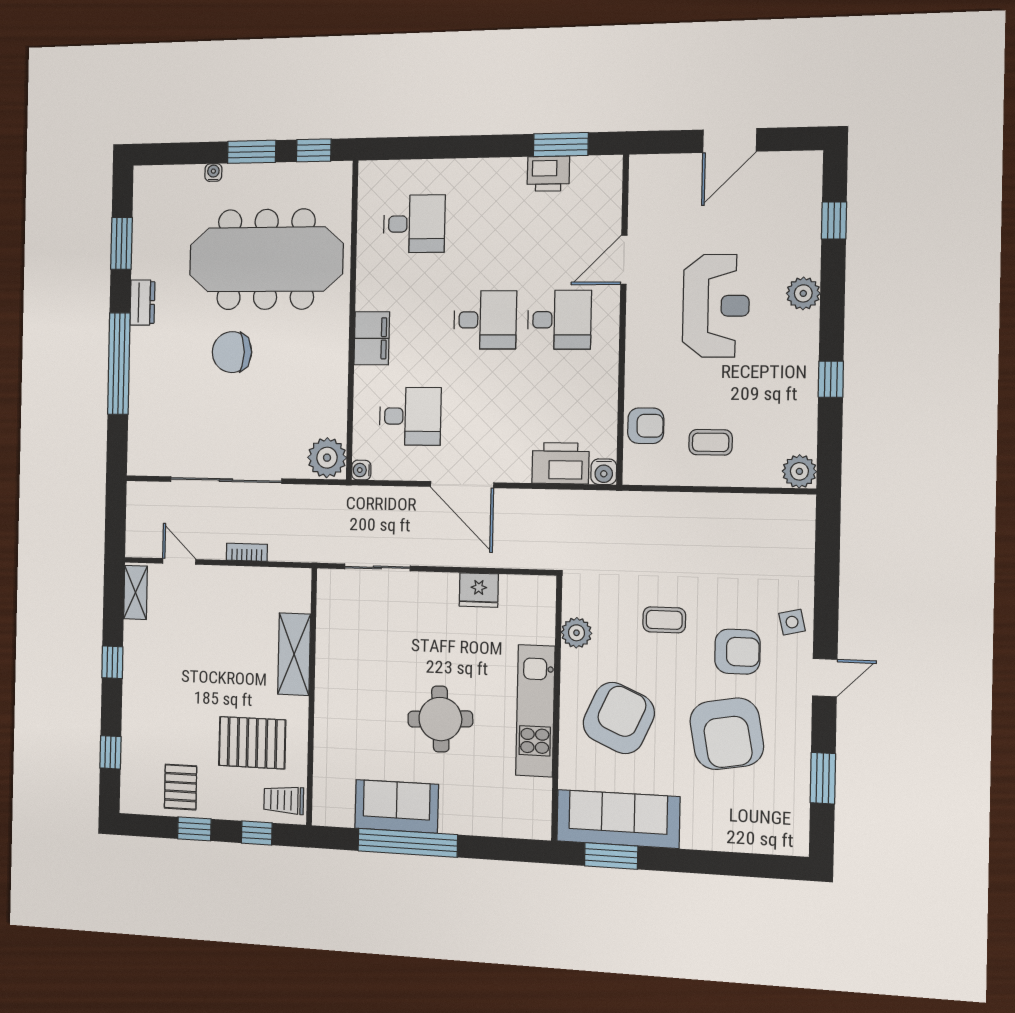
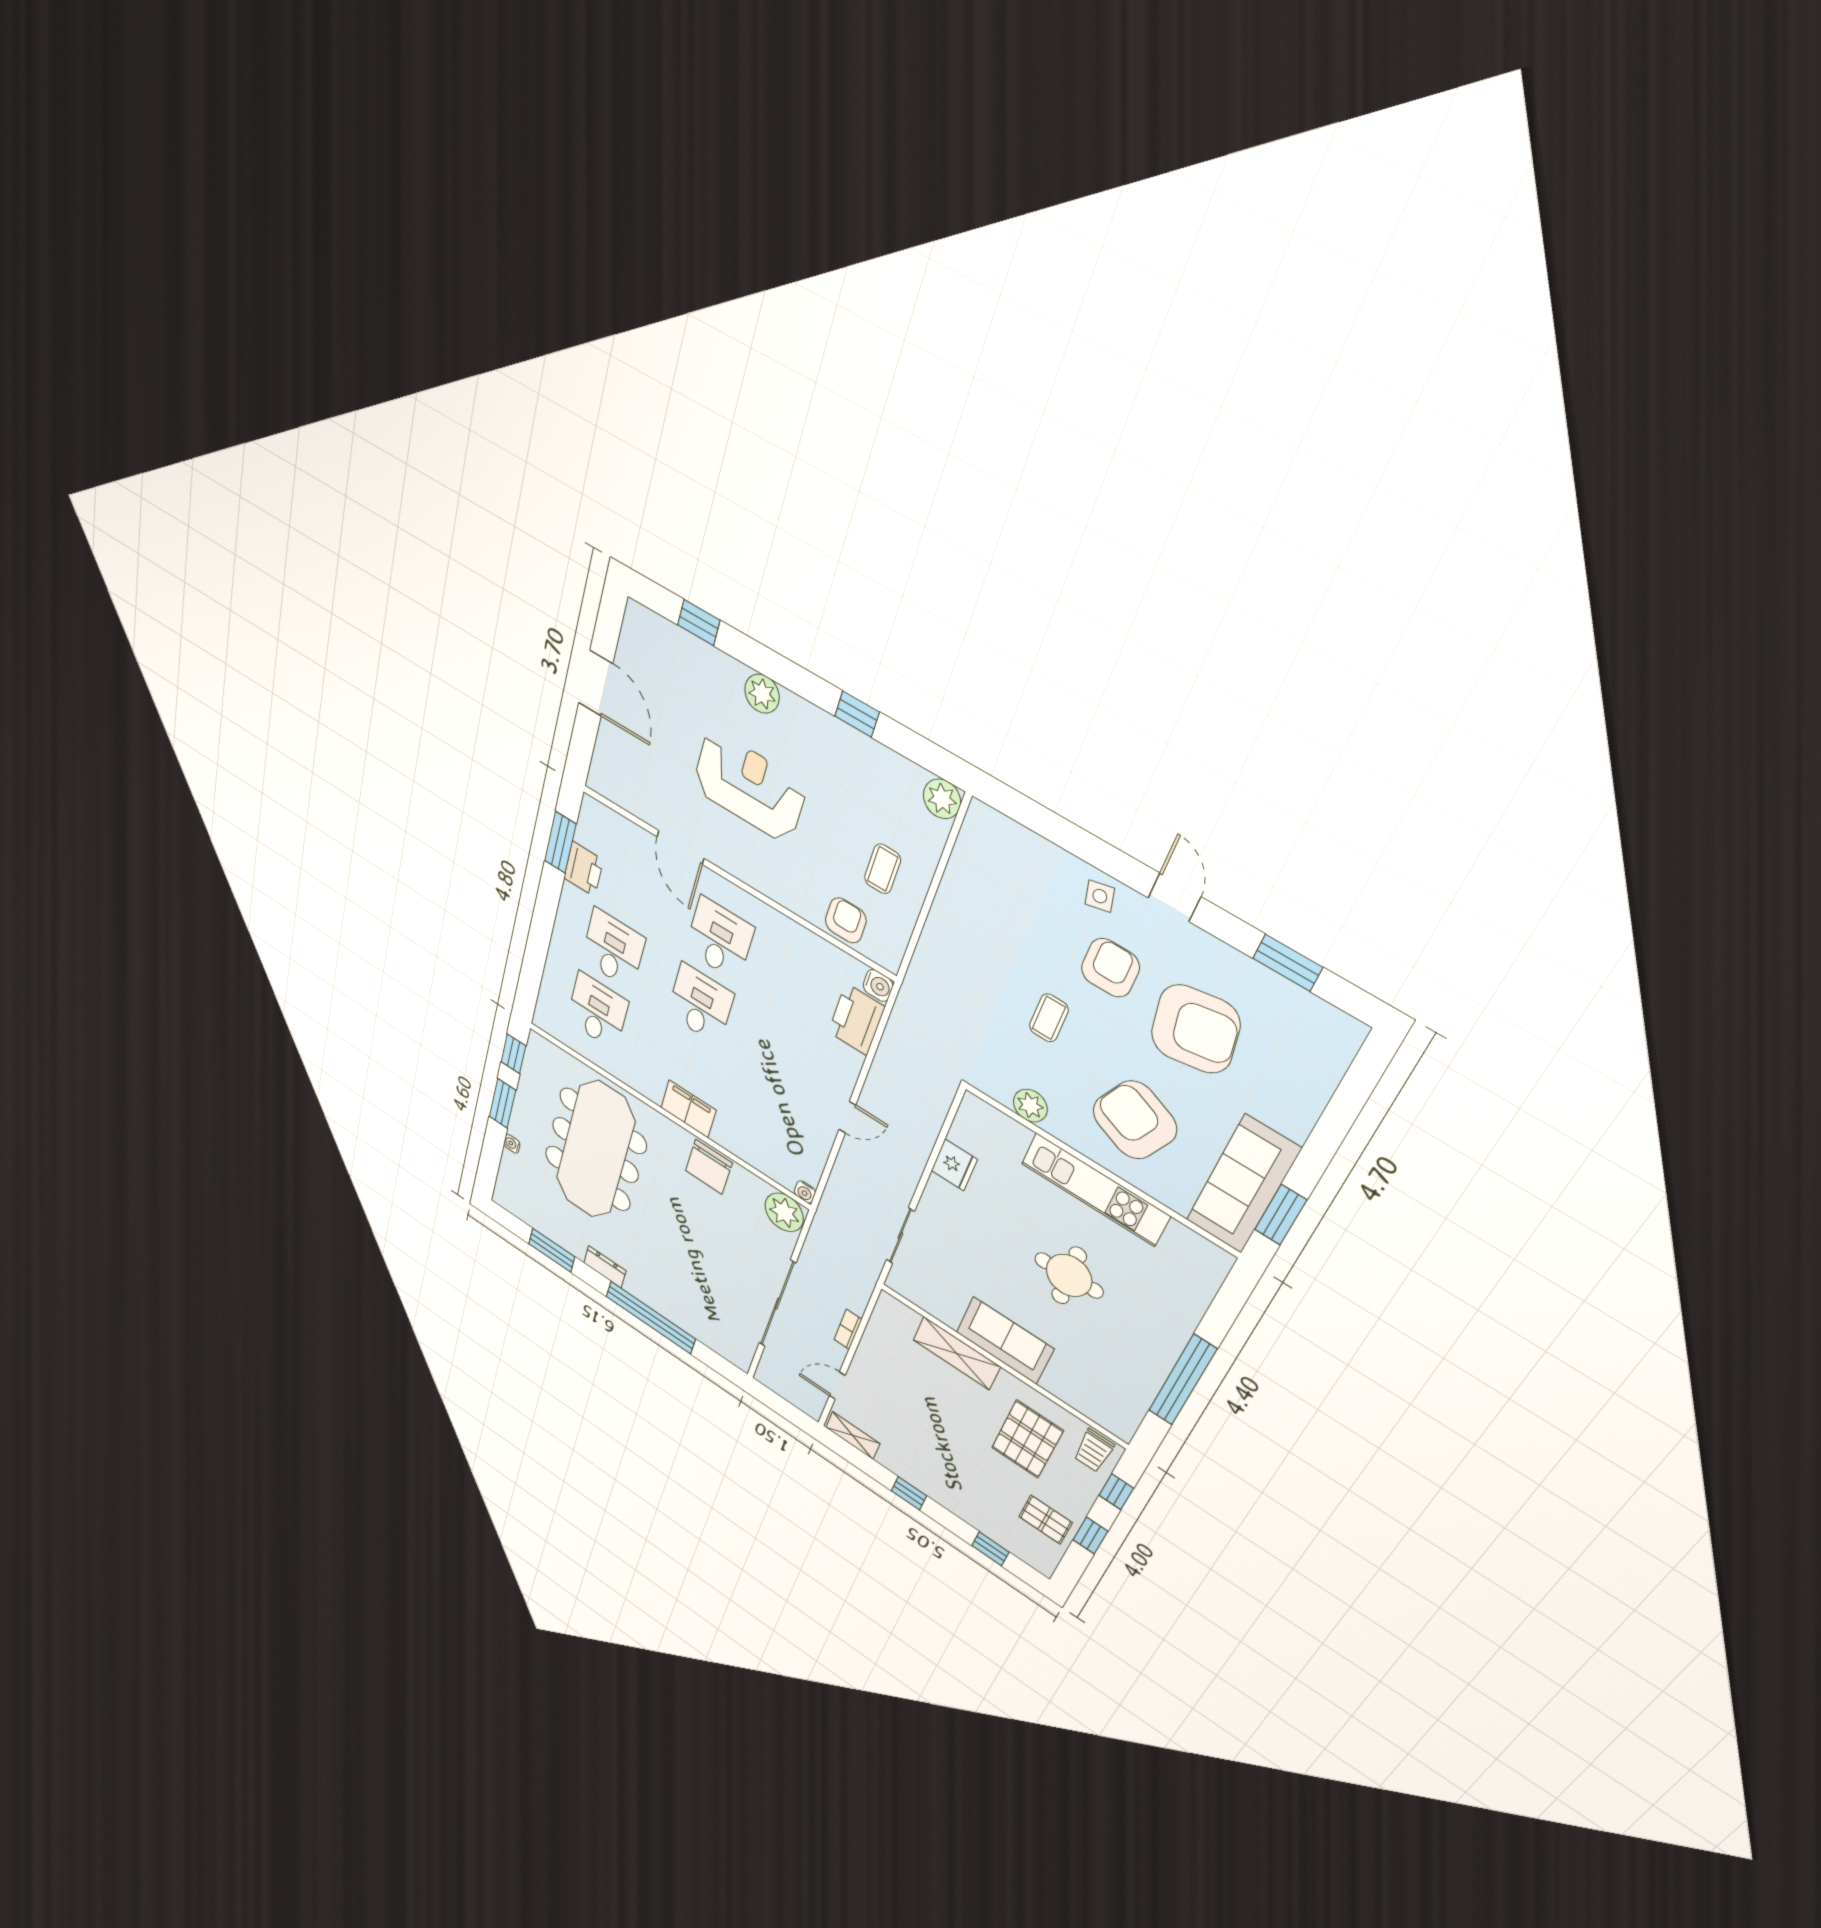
chair: (232, 352) -> (709, 1167), moved
desk: (410, 416) -> (613, 949), moved
door: (462, 485) -> (847, 1117), width x0.53
sofa: (397, 806) -> (1005, 1341), moved, turned 90

